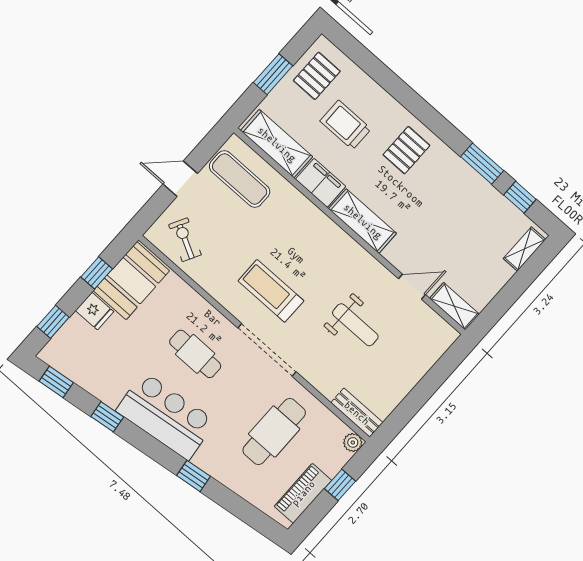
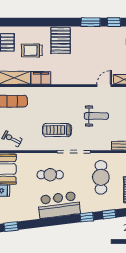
pallet: (406, 150) -> (61, 41), width x1.50, depth x1.42
shelving: (363, 221) -> (67, 78), removed
window: (107, 417) -> (109, 214), moved

